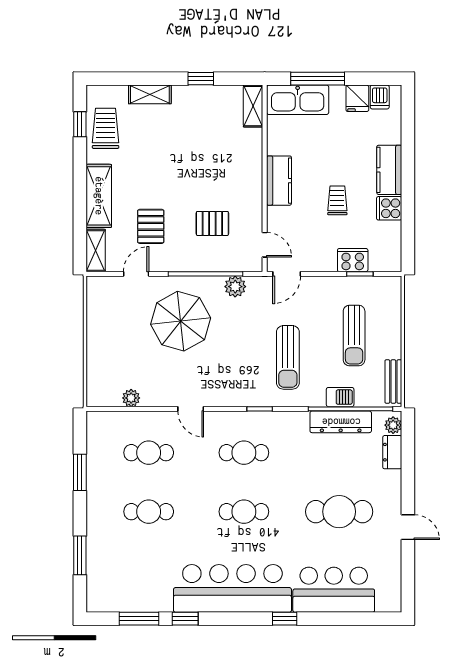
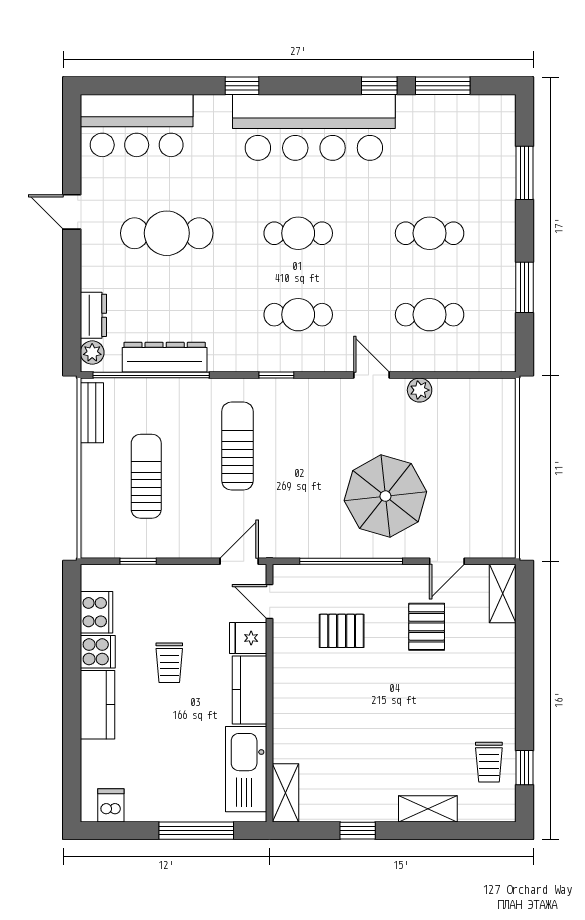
fridge: (357, 98) -> (248, 638), moved, turned -90
kitchen sink: (298, 100) -> (246, 769), moved, turned -90
trolley: (106, 128) -> (489, 762), width x0.73, depth x0.72
shelving: (99, 196) -> (498, 669), removed
cooker: (353, 260) -> (97, 612), moved, turned -90
plant: (235, 287) -> (310, 544), removed
barbecue: (340, 397) -> (165, 391), removed
plant: (131, 398) -> (420, 390), moved
bar counter: (334, 590) -> (137, 126), moved

